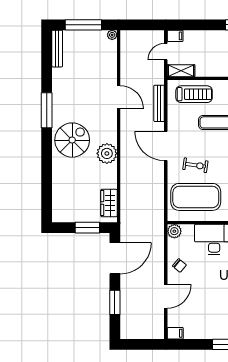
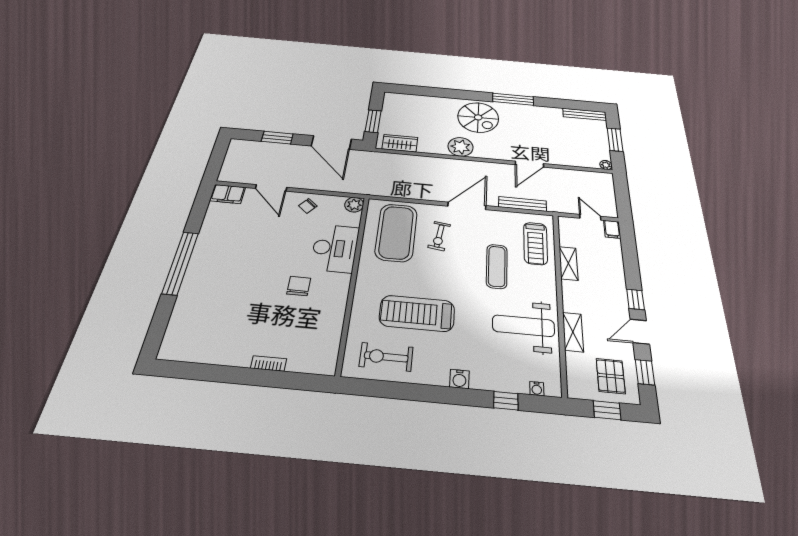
window: (83, 25) -> (615, 140), width x0.69
shelving: (181, 71) -> (568, 263), moved
filing cabinet: (175, 333) -> (228, 194), width x2.00

